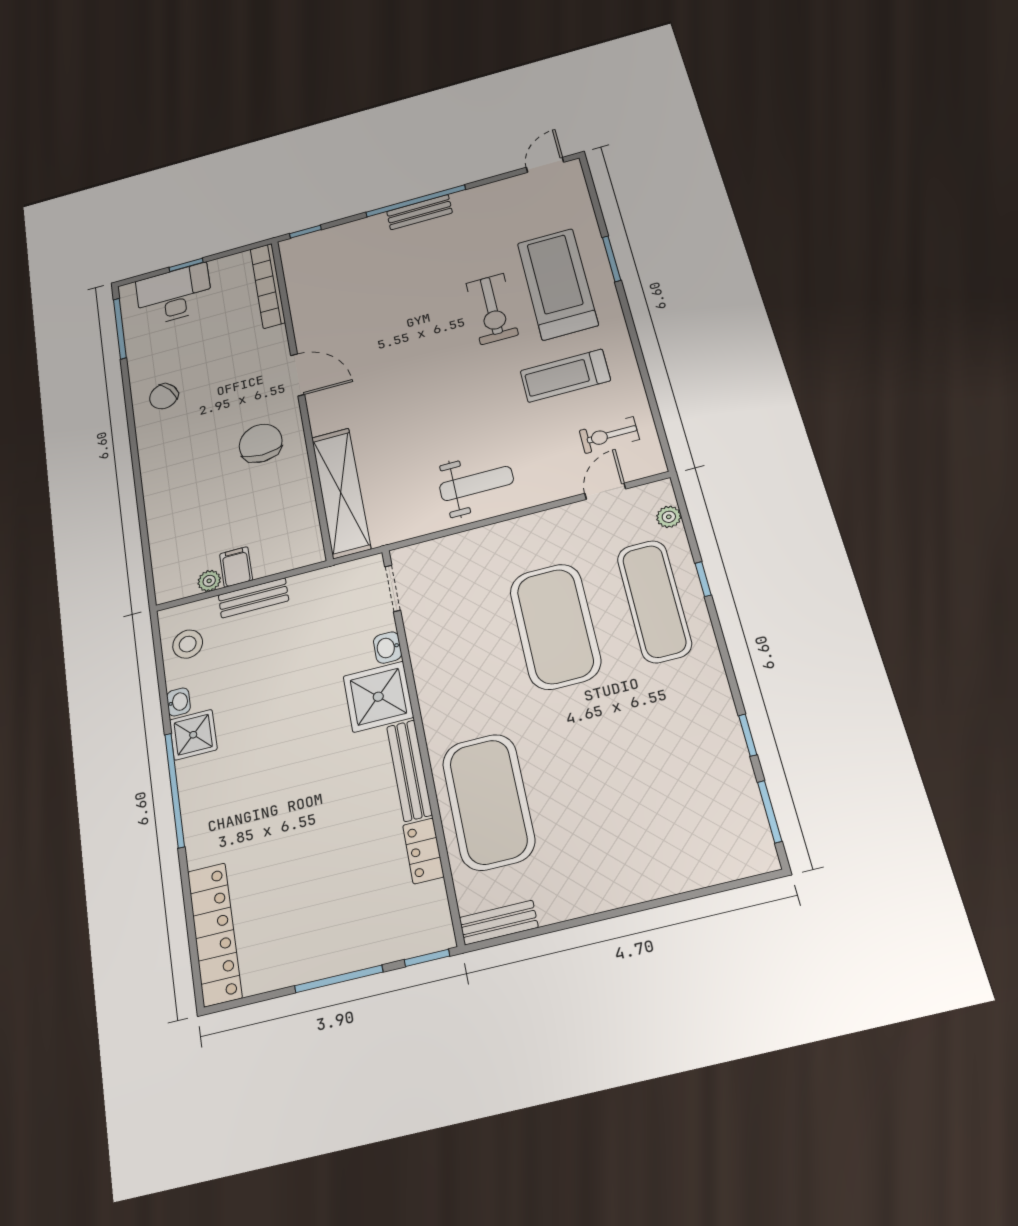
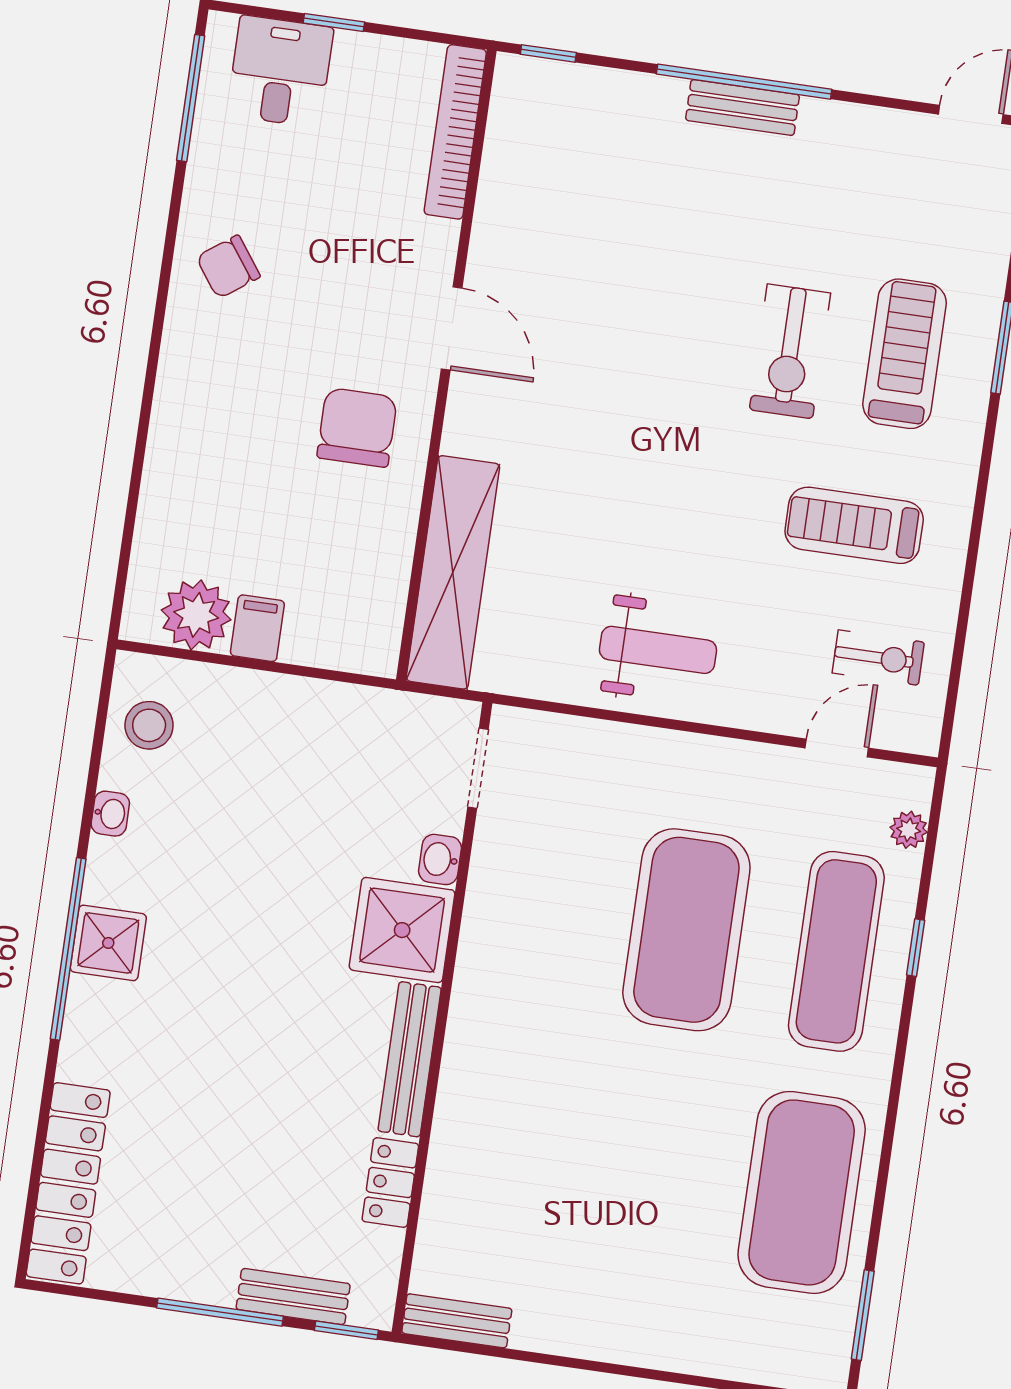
treadmill: (557, 284) -> (905, 354), width x0.73, depth x0.73
desk: (174, 295) -> (280, 71), width x0.73
exercise bike: (609, 435) -> (878, 658), turned 180
plant: (209, 581) -> (196, 615), width x1.87, depth x1.87
bench: (253, 598) -> (293, 1297), moved
shower: (193, 735) -> (108, 943), moved
window: (748, 735) -> (879, 1200), removed
exercise mat: (488, 802) -> (802, 1192), moved

